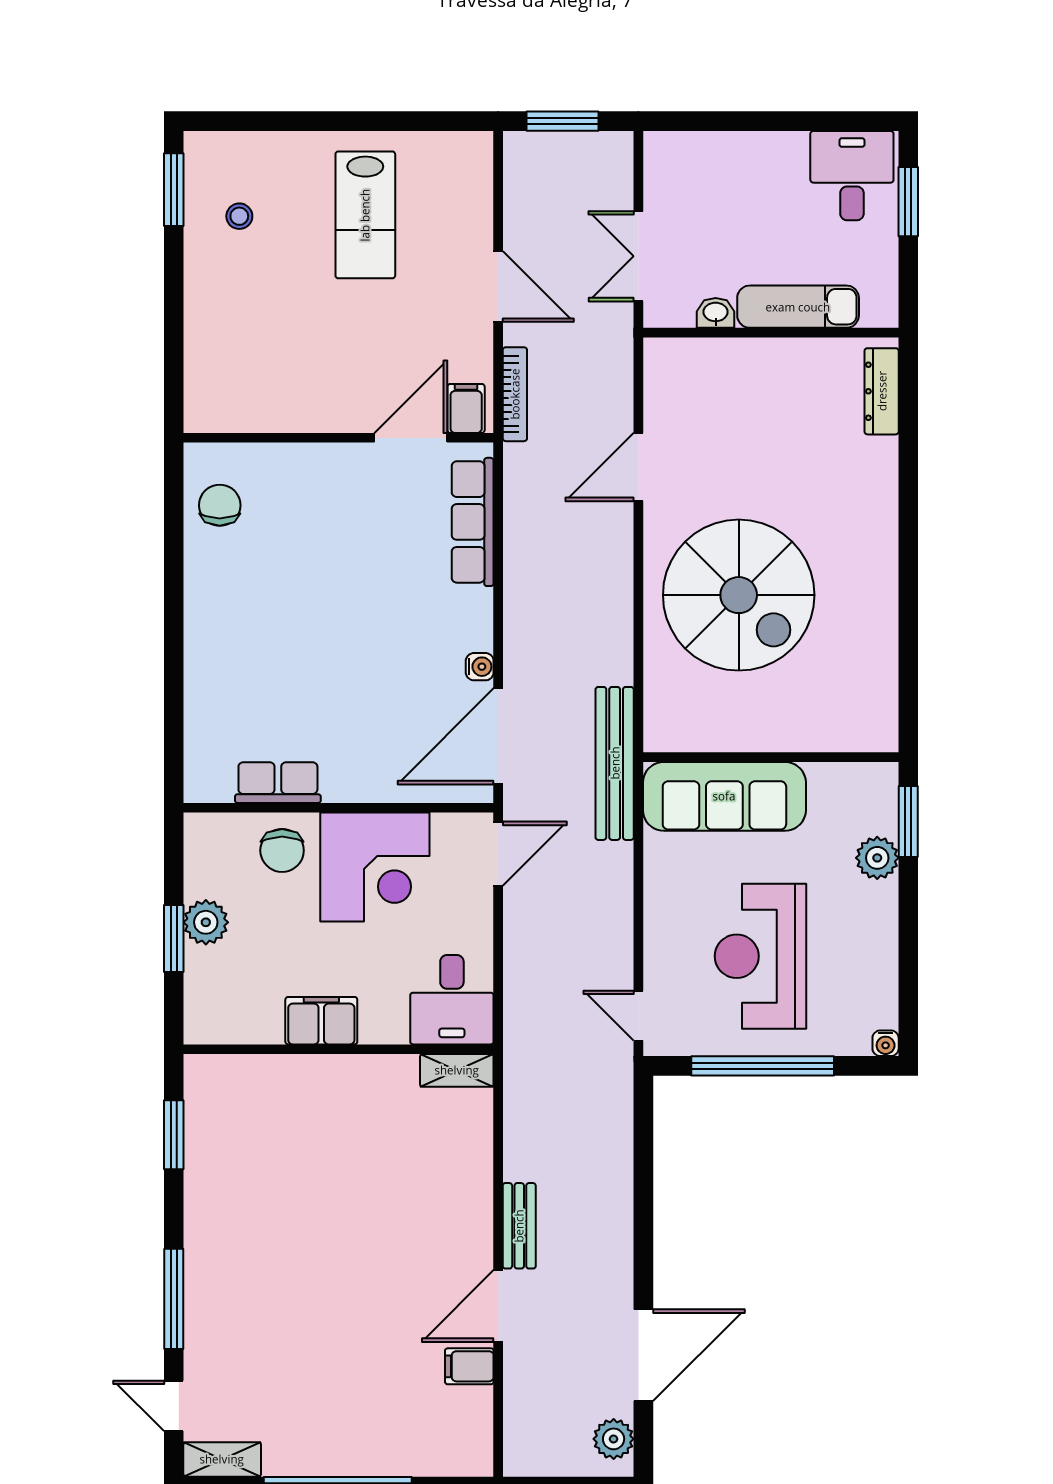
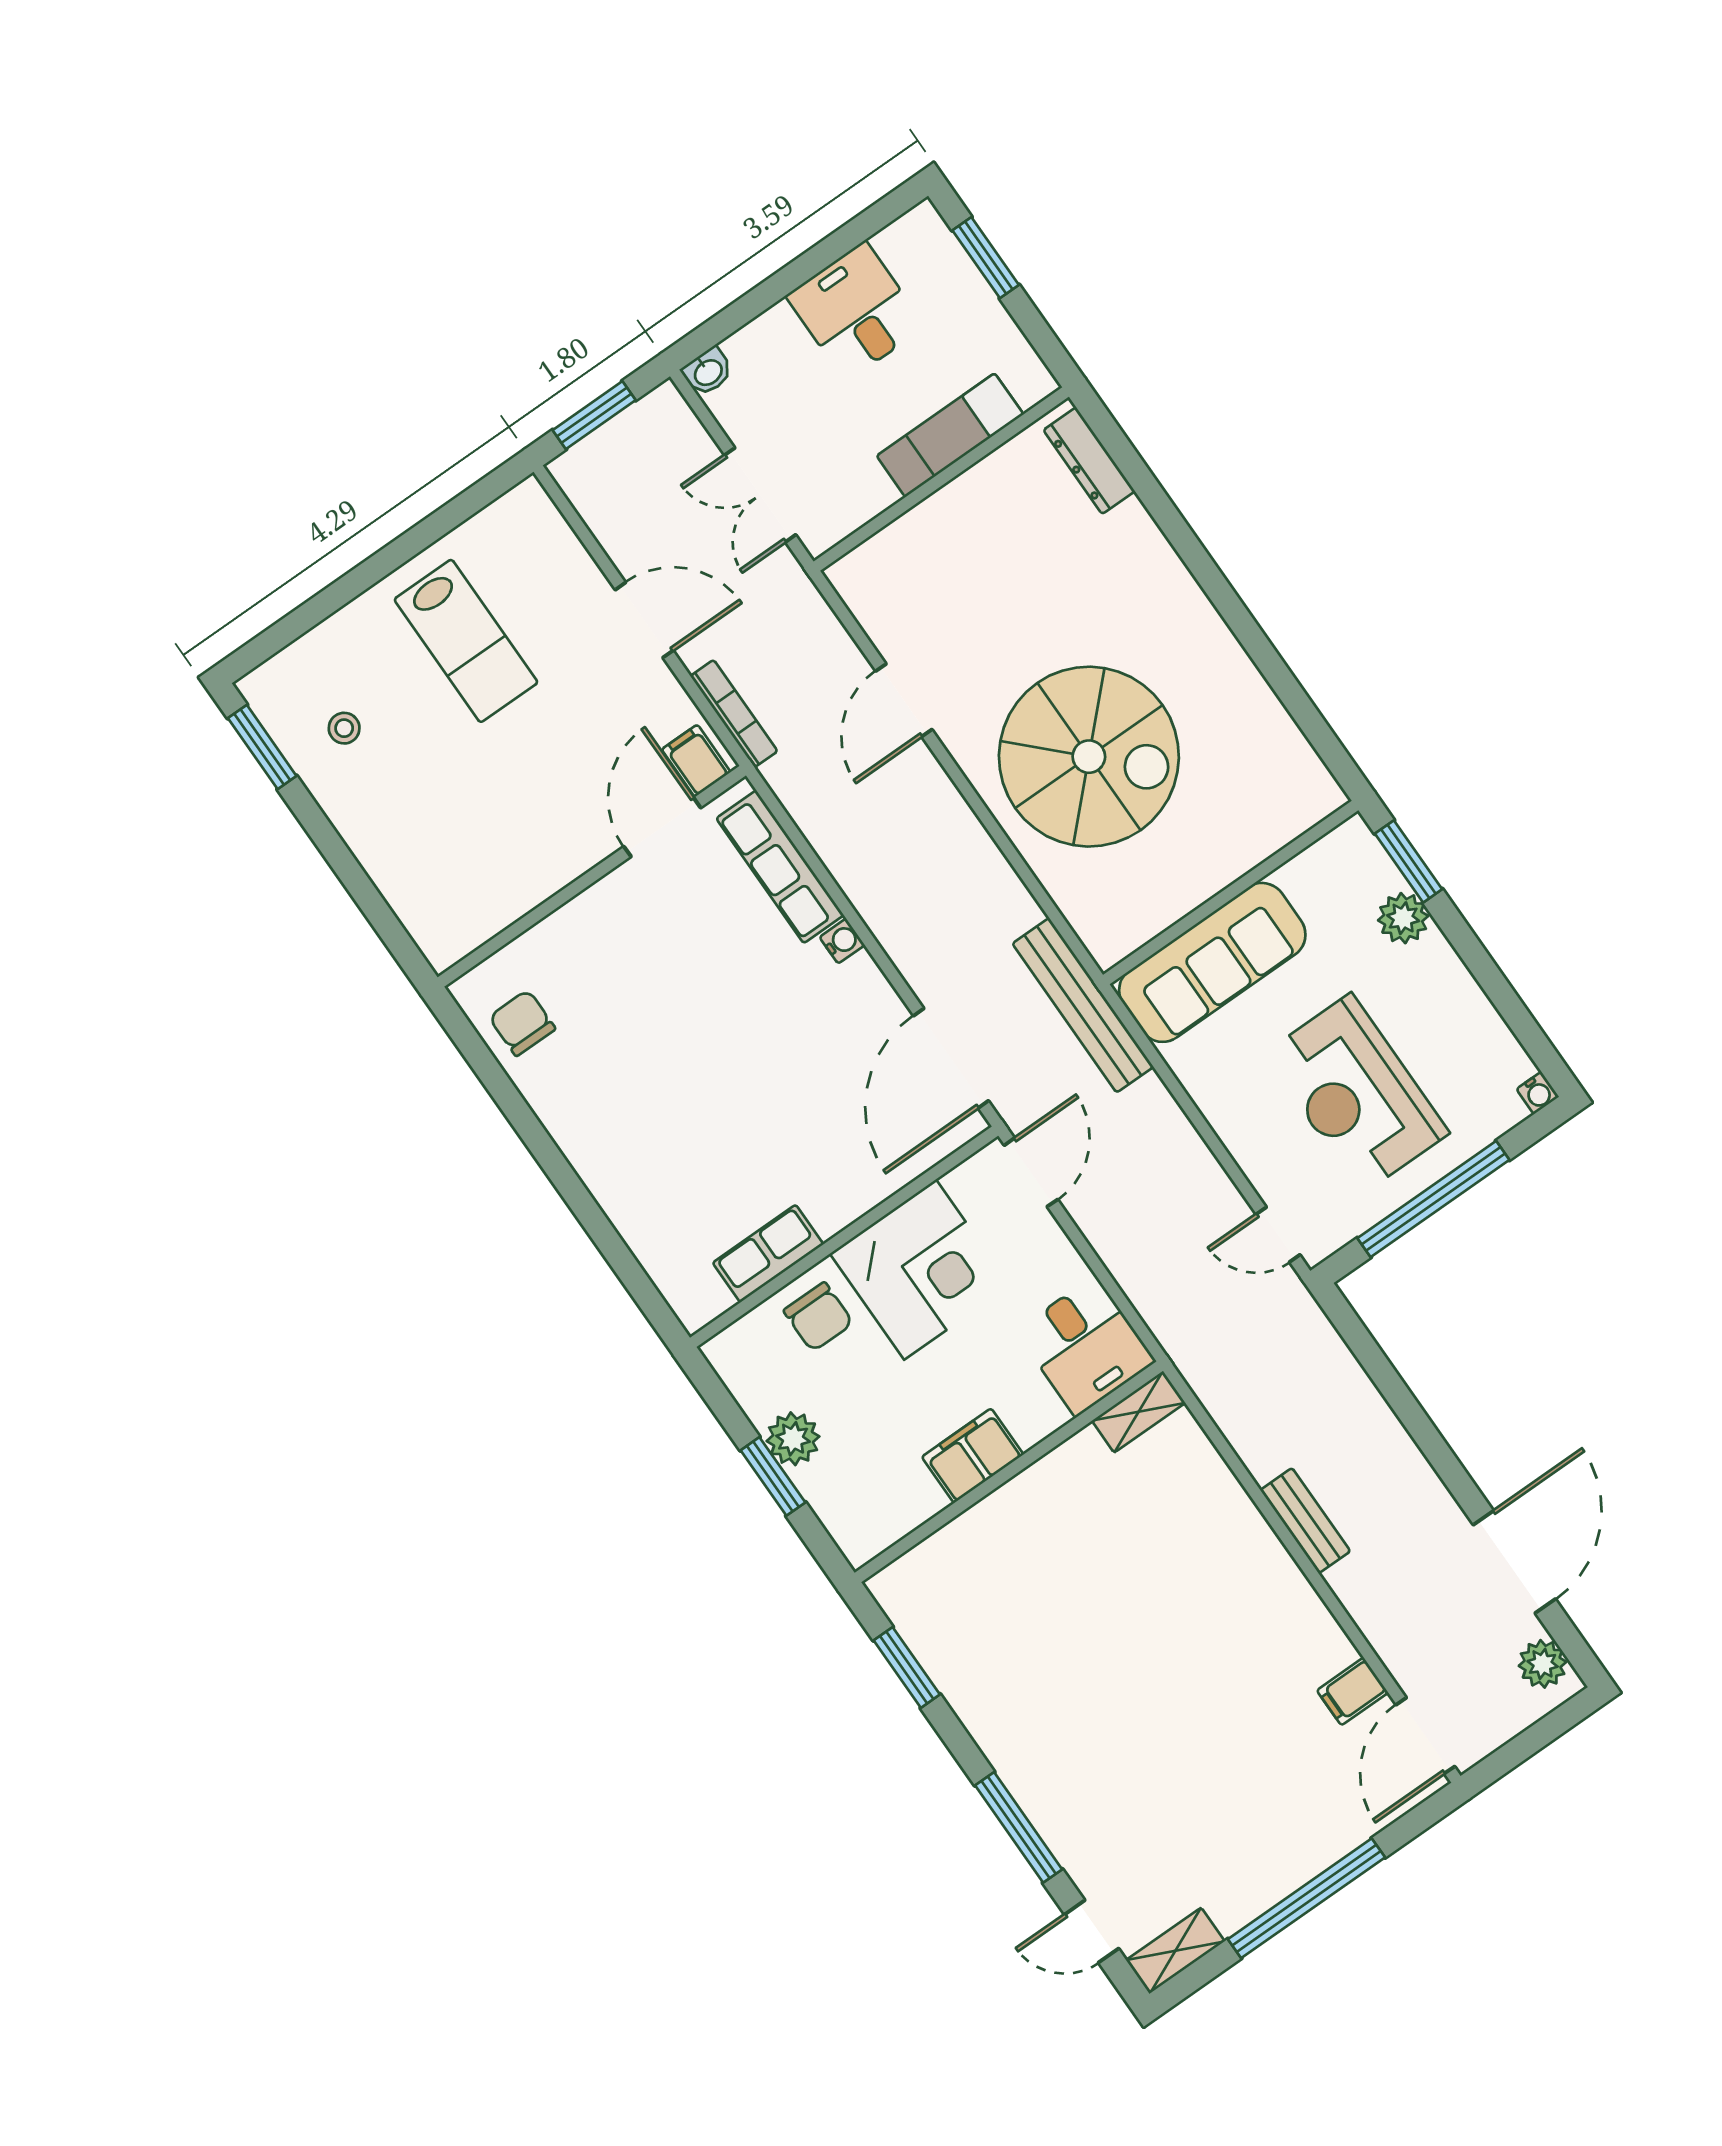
desk: (852, 176) -> (856, 311), moved
washbasin: (716, 313) -> (708, 372), moved, turned 180
water cooler: (480, 667) -> (842, 941), moved
door: (498, 1306) -> (1425, 1736), moved

